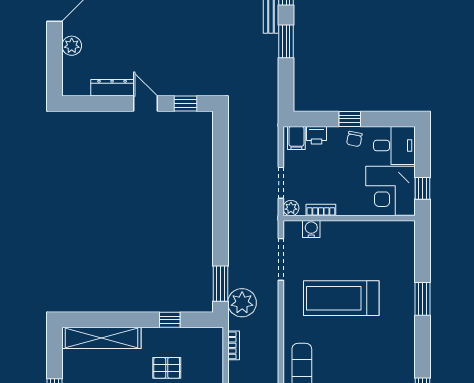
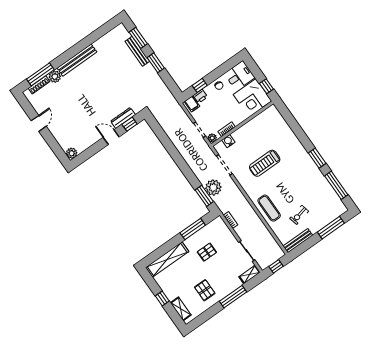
plant: (72, 46) -> (72, 153), moved
dresser: (112, 88) -> (123, 118), moved
window: (350, 119) -> (200, 85), moved
treadmill: (341, 298) -> (265, 163), width x0.73, depth x0.73
window: (422, 299) -> (317, 158), moved
plant: (242, 303) -> (213, 188), moved
window: (170, 320) -> (193, 229), width x2.17

